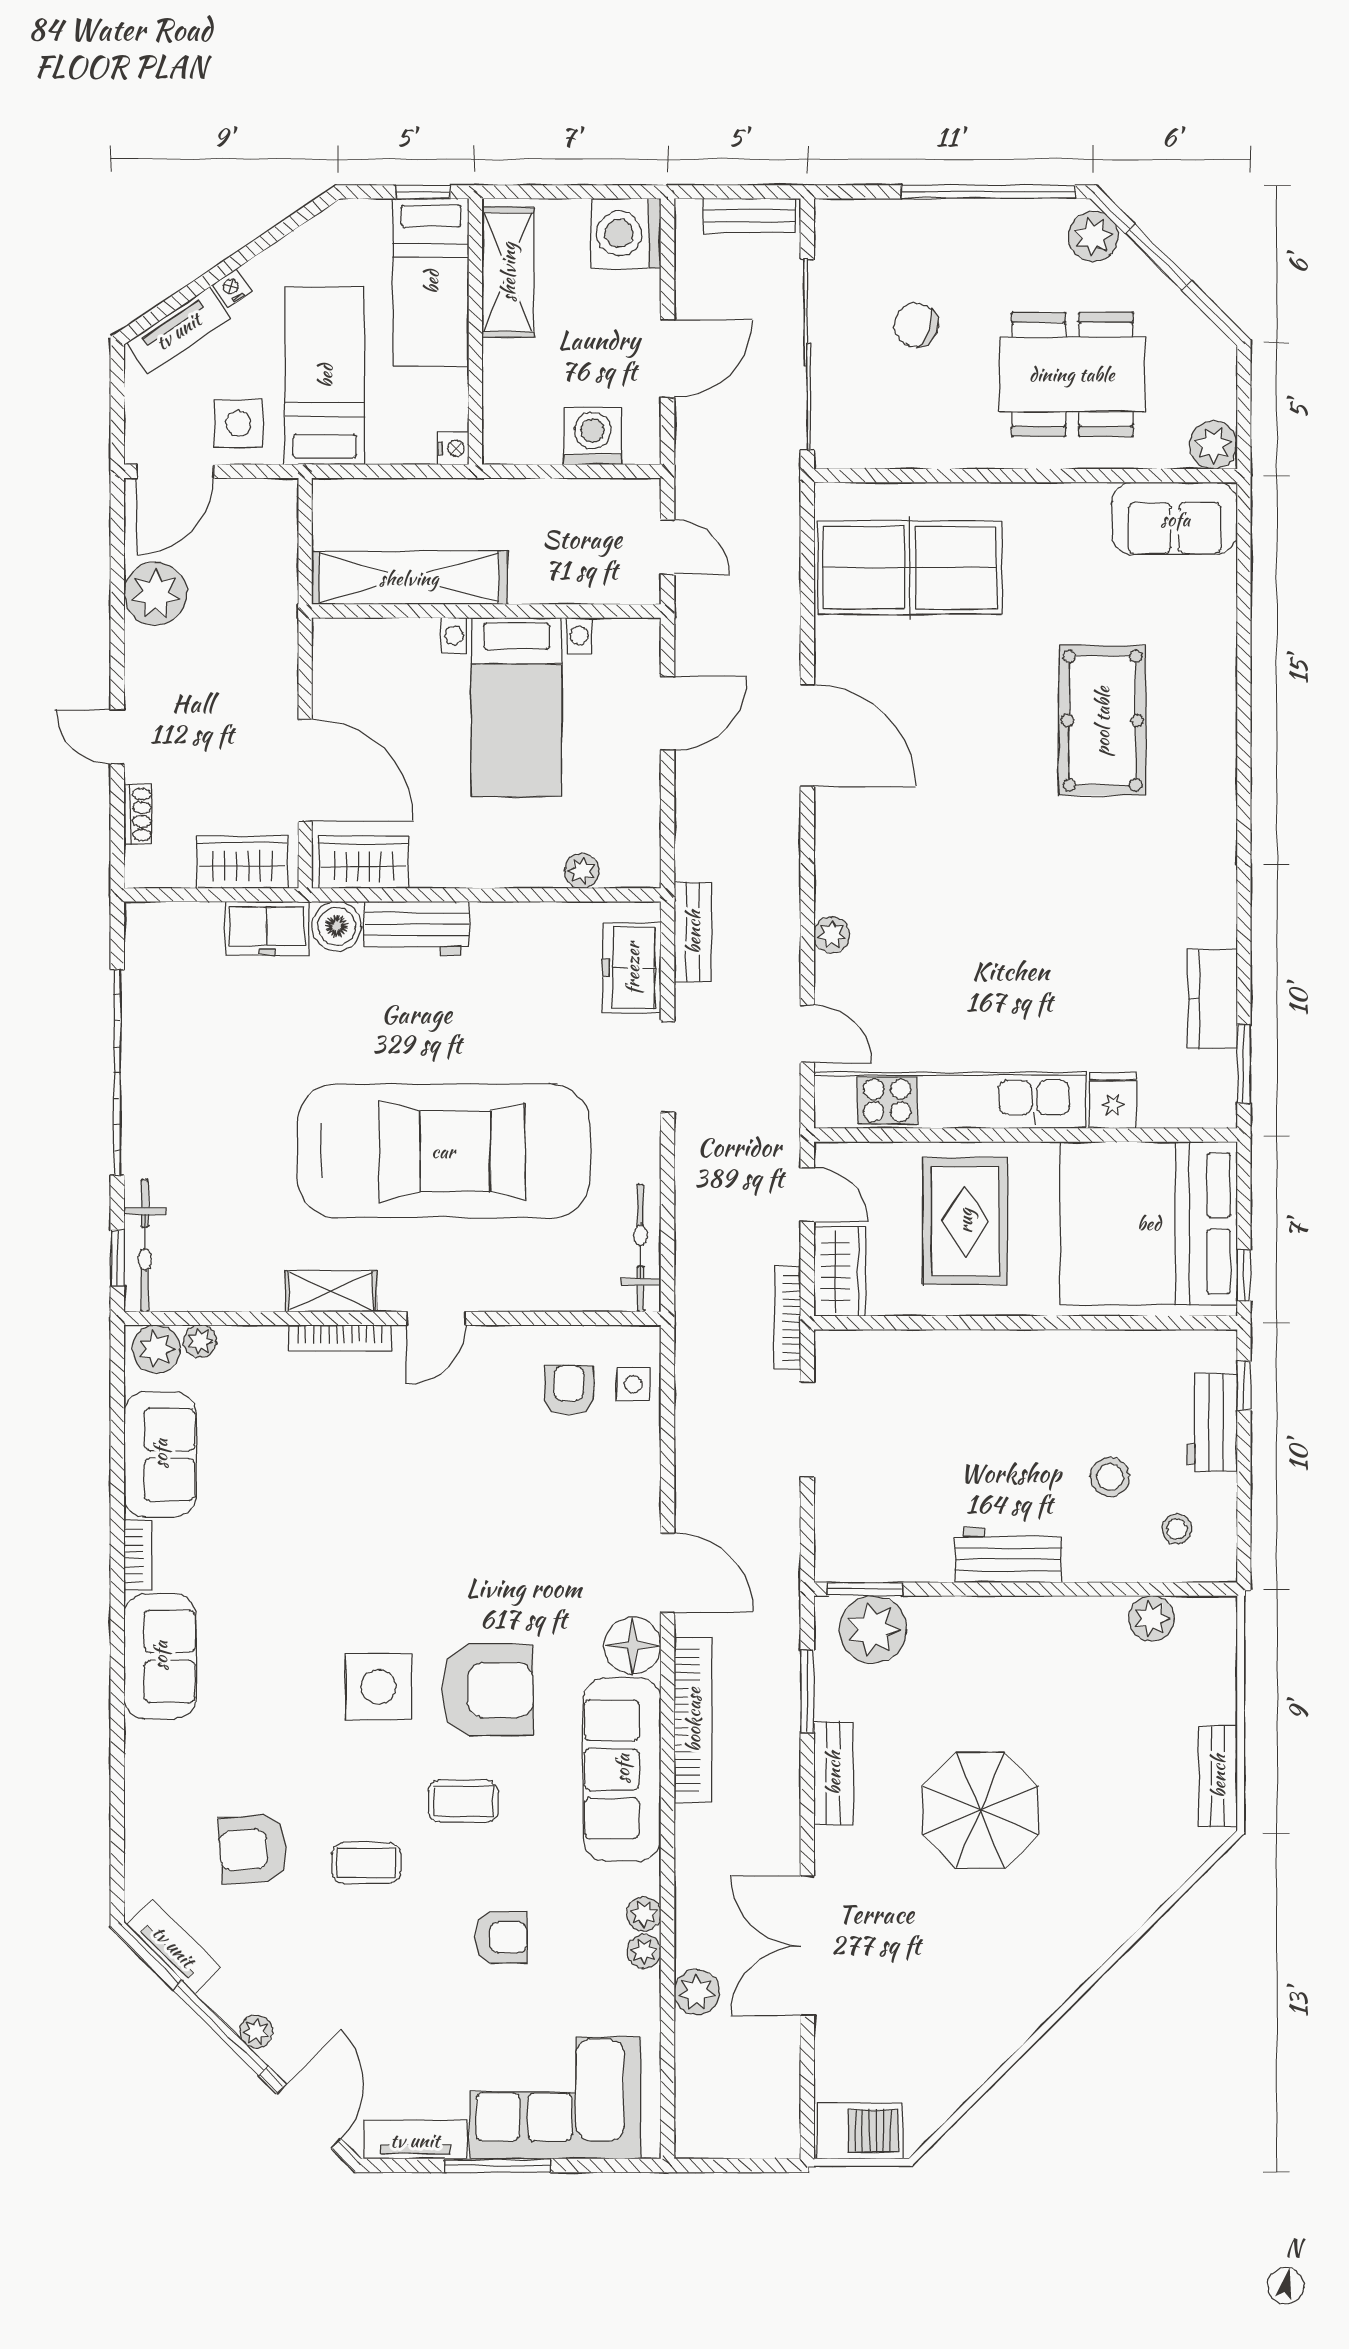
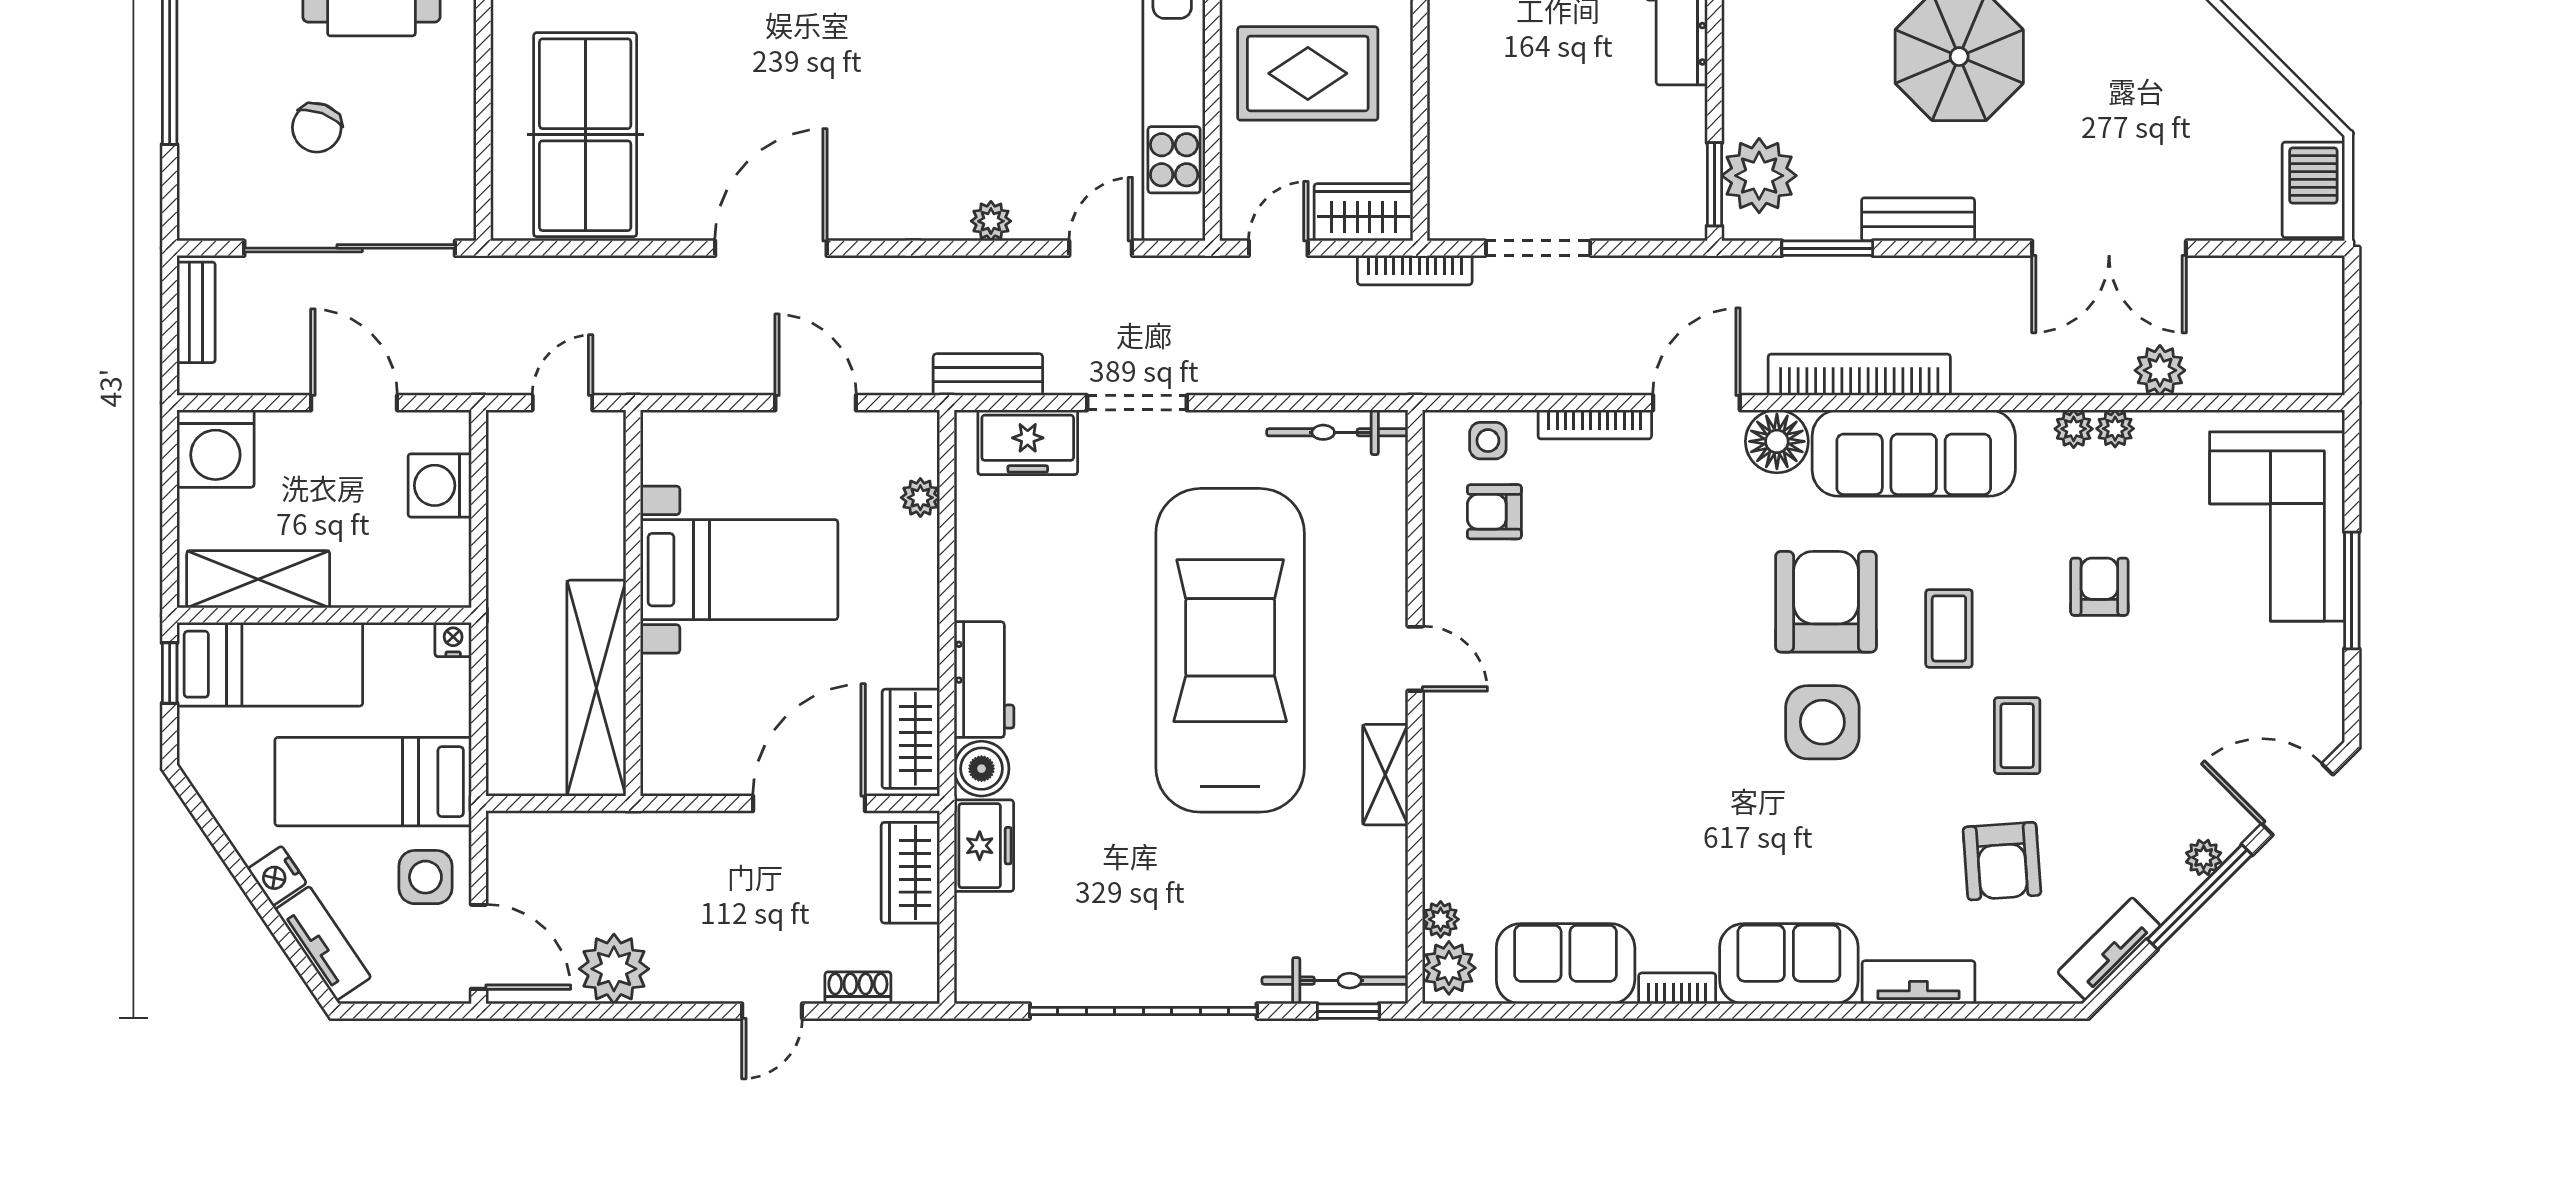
nightstand: (232, 288) -> (277, 876), width x1.39, depth x1.35
door: (667, 713) -> (816, 403), moved
bookcase: (340, 1338) -> (1595, 424), moved, turned 90
tv unit: (415, 2140) -> (1918, 982), moved, turned 90

